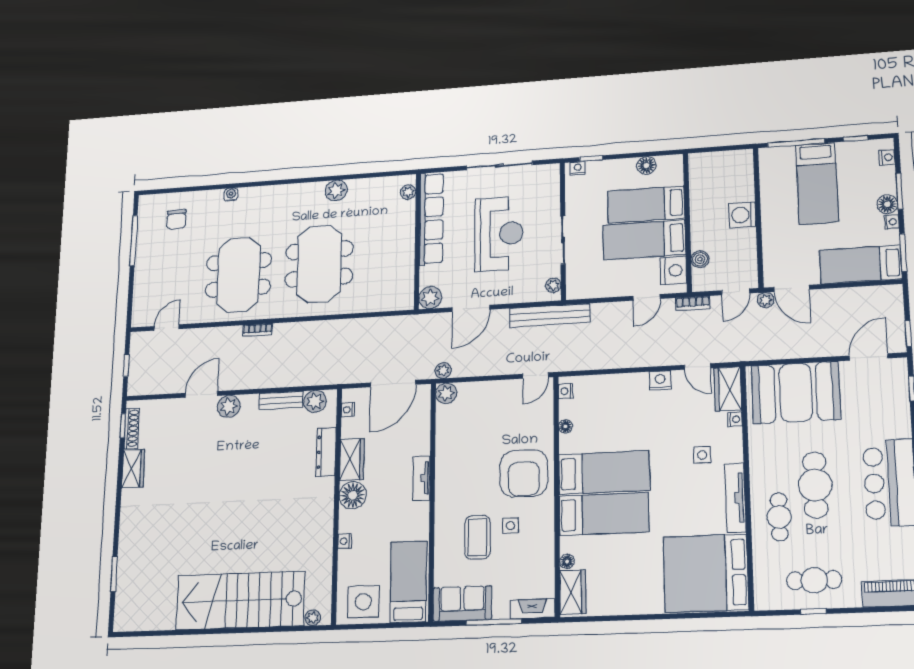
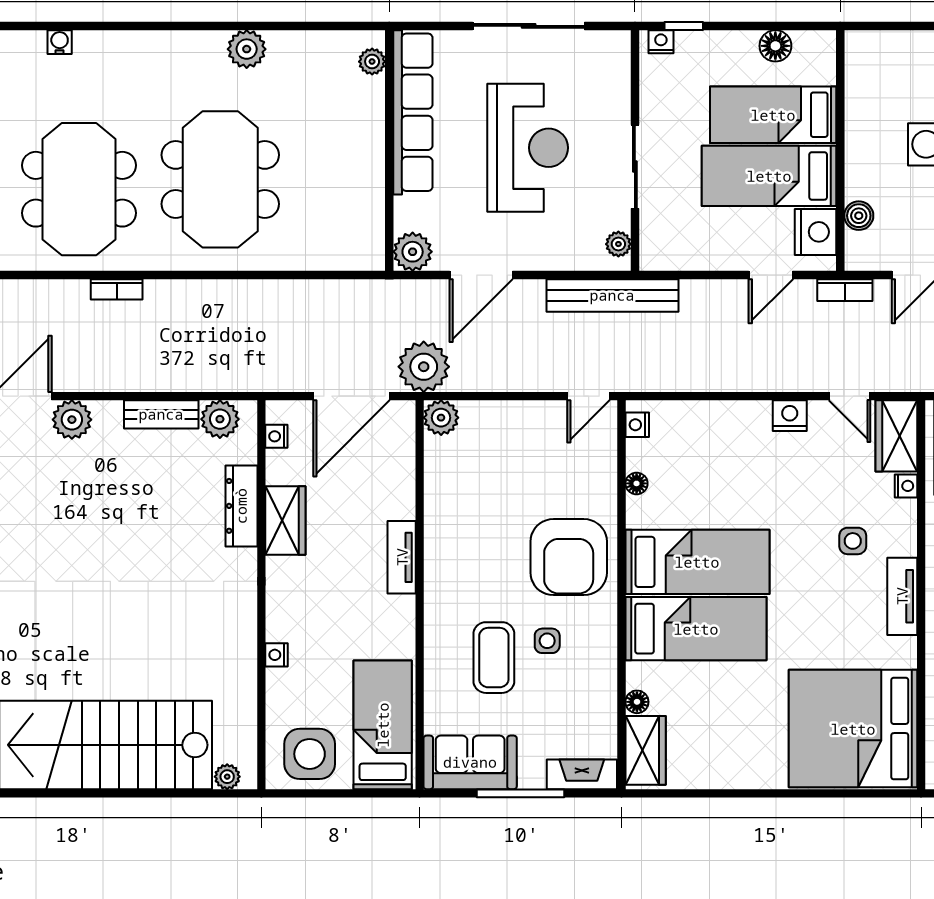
plant: (443, 370) -> (424, 367), width x1.88, depth x1.88
floor lamp: (353, 495) -> (288, 580), removed
tv unit: (735, 498) -> (902, 596), width x0.71

